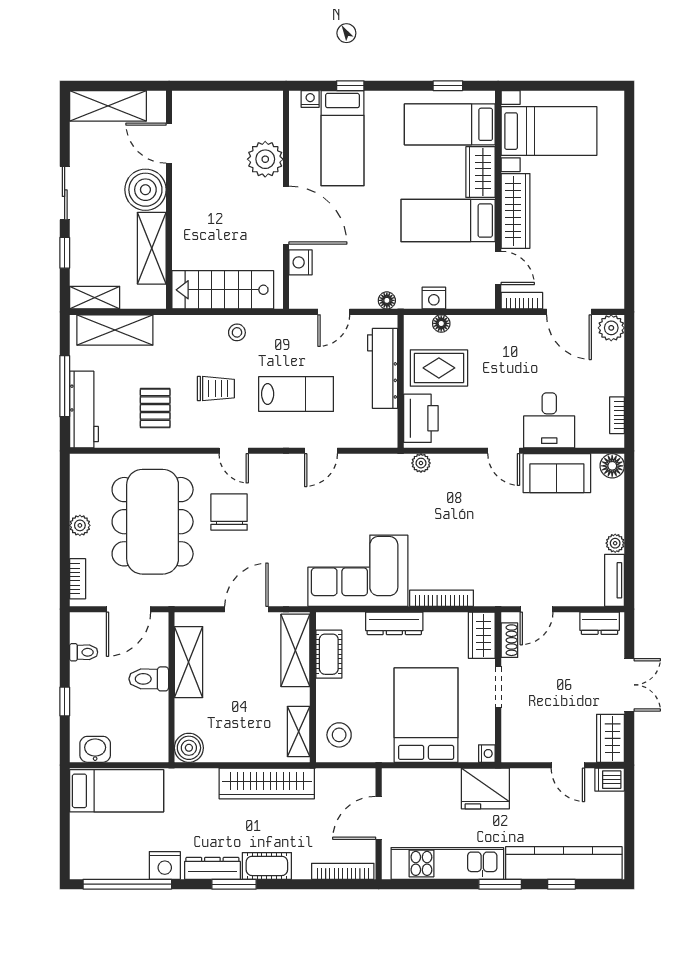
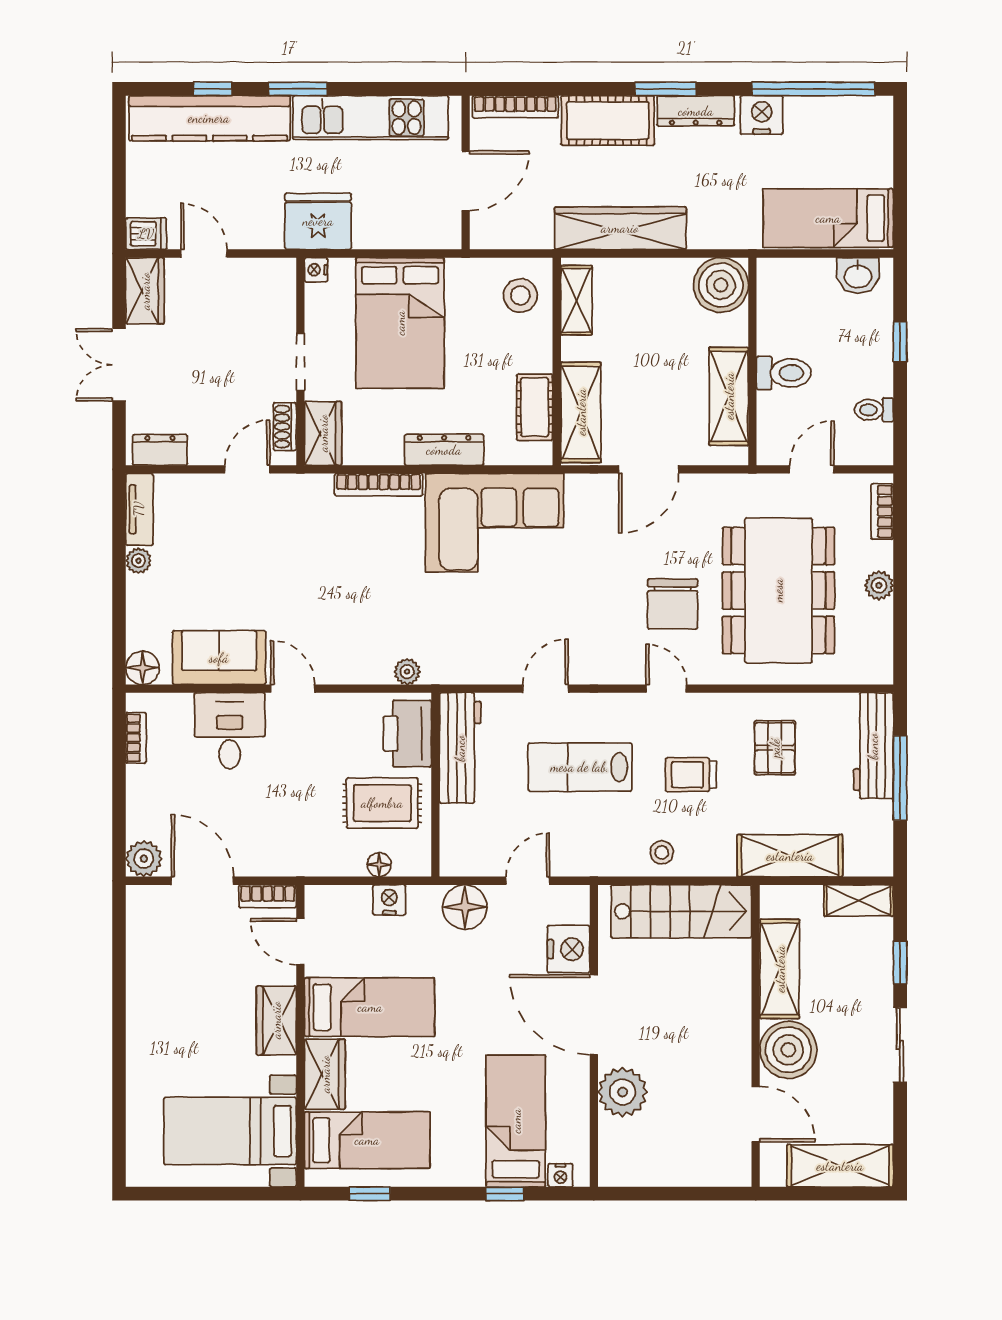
wardrobe: (515, 211) -> (276, 1020), width x0.67
nightstand: (301, 262) -> (569, 949), width x1.36, depth x1.33
floor lamp: (387, 300) -> (465, 907), width x1.89, depth x1.89
shelving: (115, 330) -> (790, 856), moved
workbench: (383, 368) -> (460, 748), moved
door: (129, 609) -> (812, 469), width x0.73
boiler: (189, 748) -> (721, 285), width x1.37, depth x1.37
cot: (267, 866) -> (608, 120), width x1.37, depth x1.34

